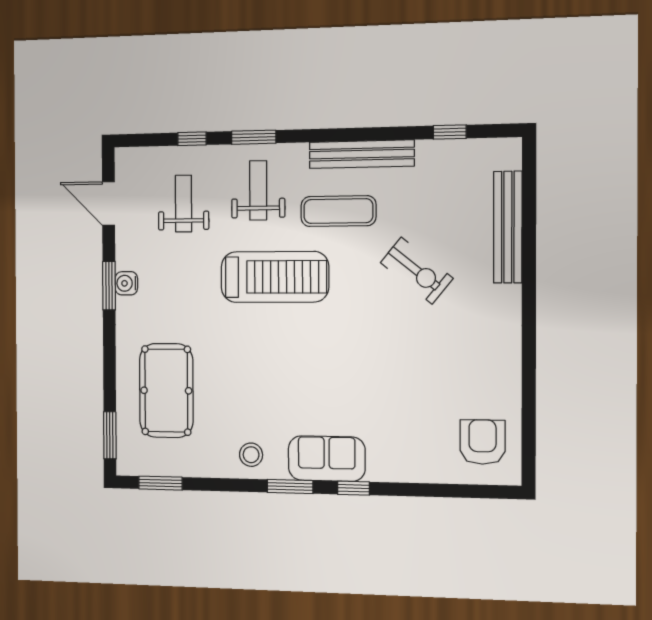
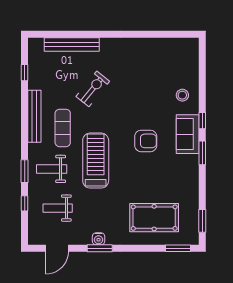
armchair: (483, 442) -> (146, 141), moved, turned 180
stool: (251, 455) -> (182, 95), moved

